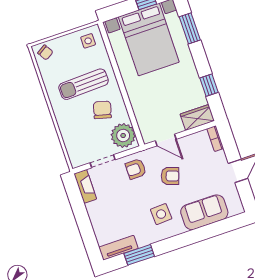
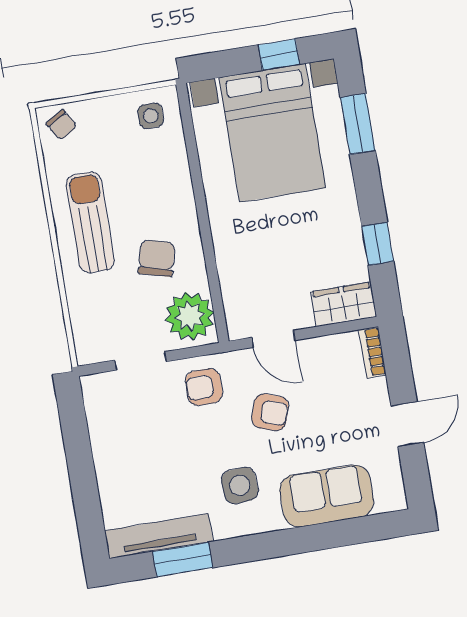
sun lounger: (84, 84) -> (90, 222), moved, turned 92
fireplace: (85, 186) -> (98, 405), removed
tv unit: (118, 248) -> (159, 536), width x1.41

